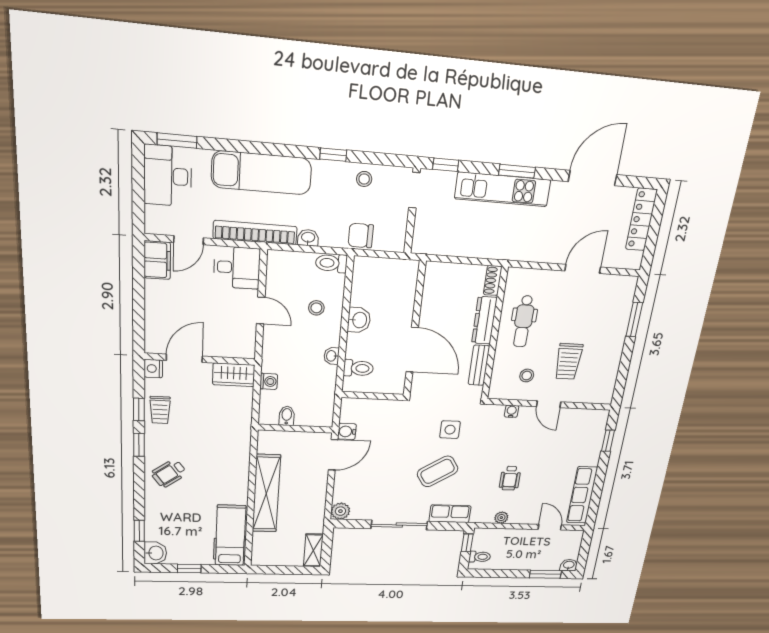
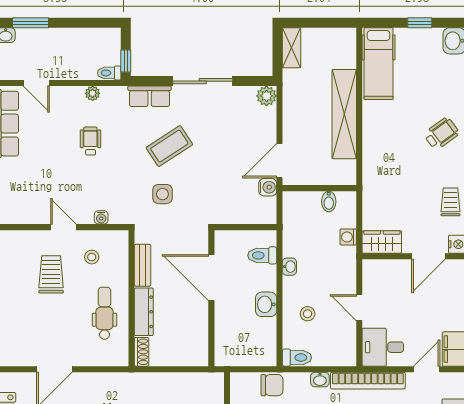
toilet: (480, 557) -> (109, 73), moved

